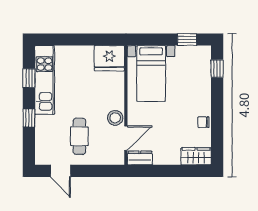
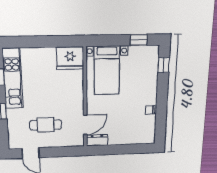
stool: (115, 118) -> (76, 109), removed
cafe table: (79, 136) -> (46, 125), turned 90
wardrobe: (196, 156) -> (143, 137), removed

